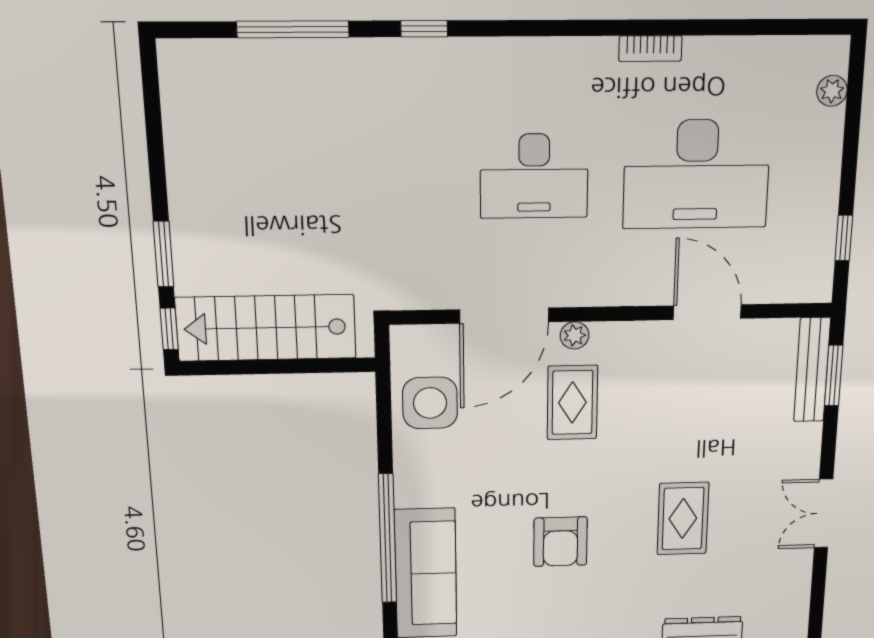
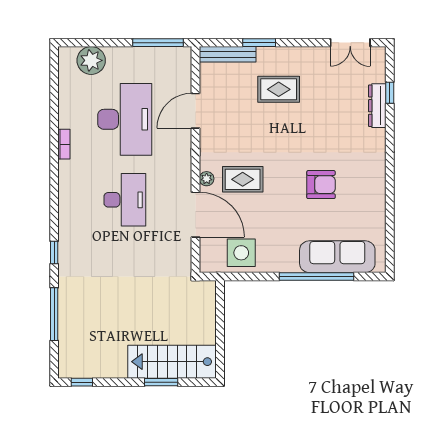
plant: (832, 91) -> (91, 60), width x1.87, depth x1.87
window: (844, 238) -> (158, 43), width x2.17
stairs: (266, 328) -> (172, 362), moved, turned 90
window: (169, 329) -> (82, 382), moved
window: (834, 376) -> (259, 43), moved
double door: (824, 513) -> (350, 43), moved
rug: (683, 519) -> (279, 89), moved

